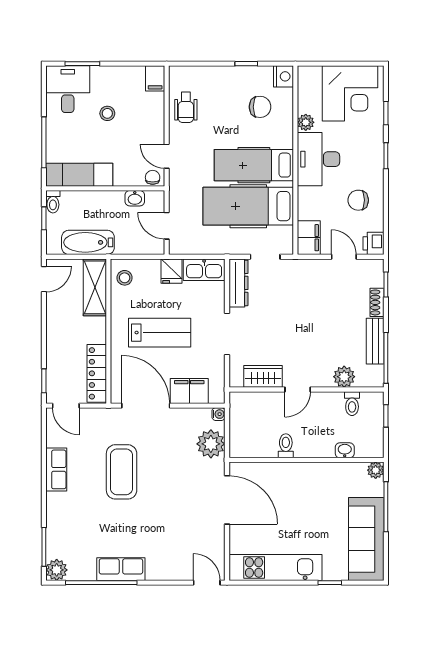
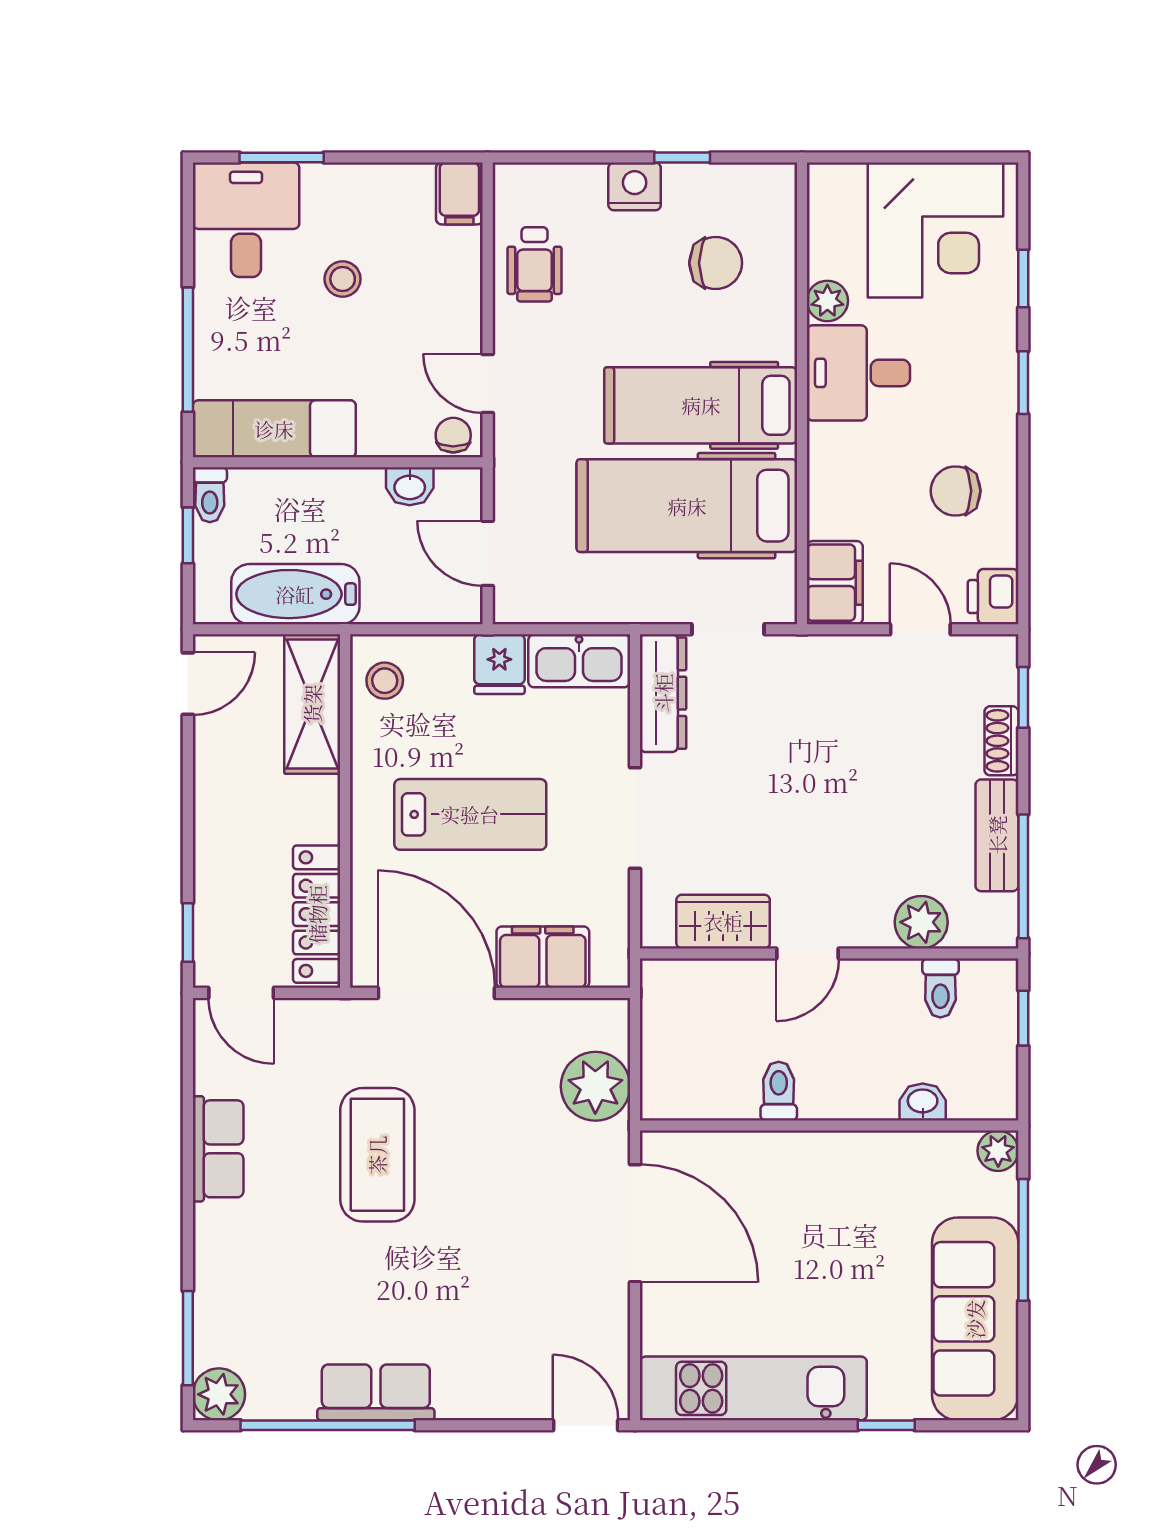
nightstand: (284, 76) -> (635, 186), moved, turned -90
desk: (318, 159) -> (858, 373), width x0.73
water cooler: (219, 414) -> (614, 1014), removed

